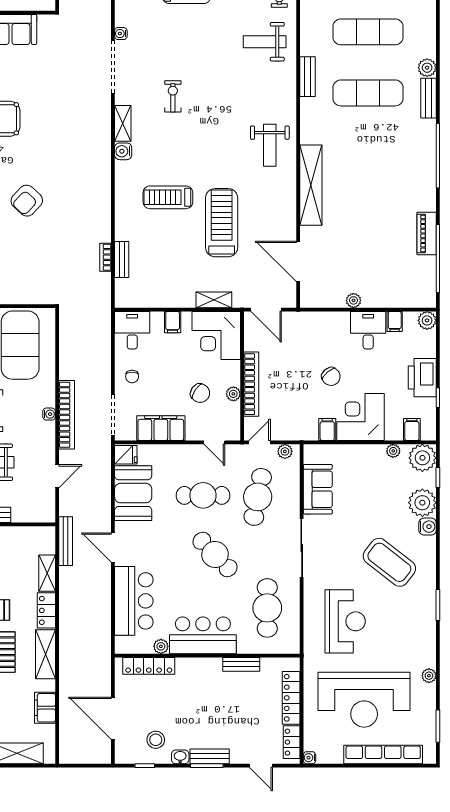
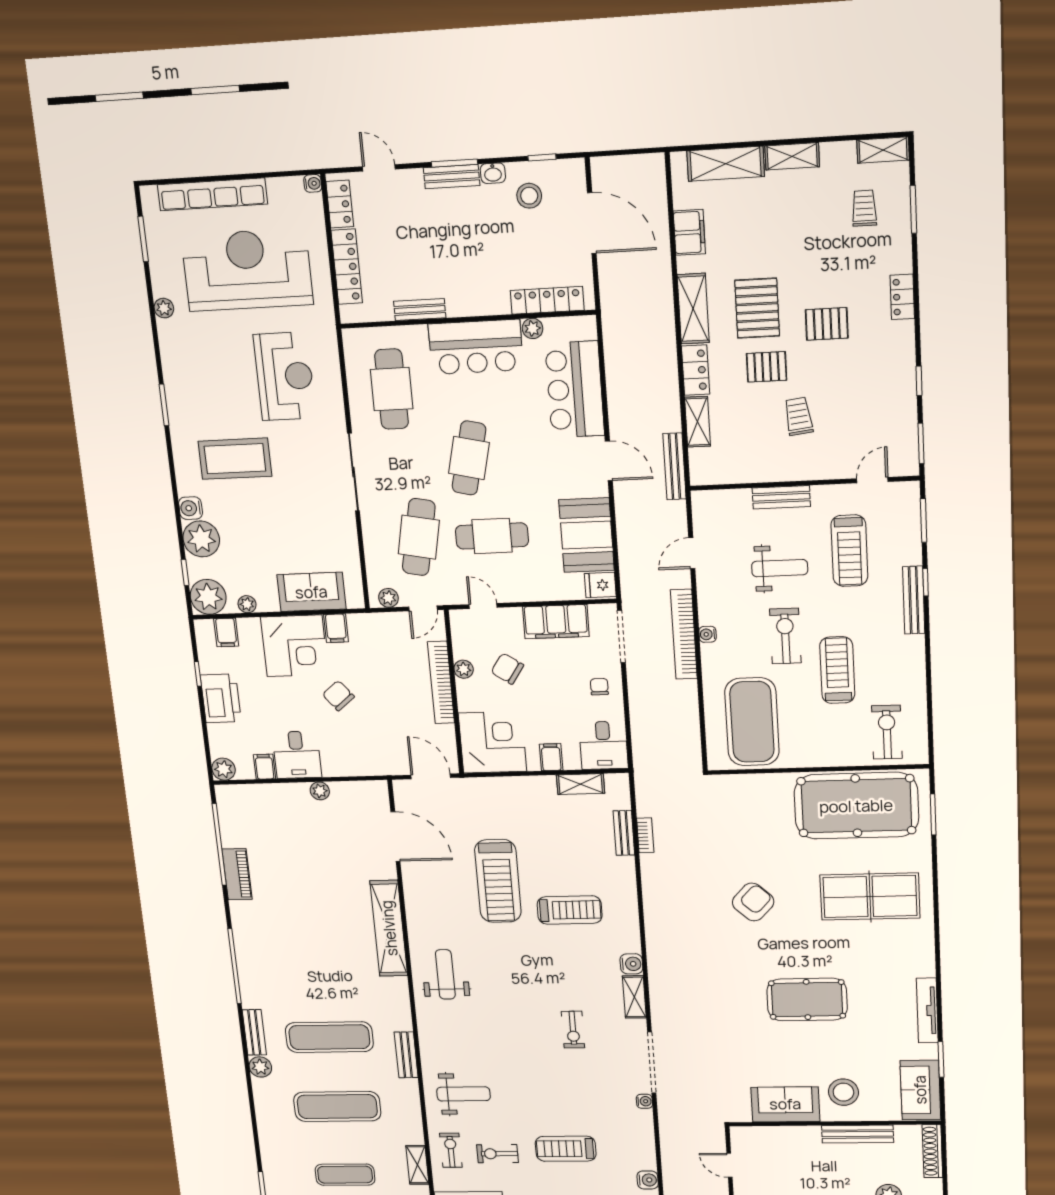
shelving: (214, 300) -> (581, 784), moved
sofa: (318, 489) -> (311, 592), moved, turned 90
cafe table: (215, 554) -> (469, 458), turned 57
coffee table: (389, 562) -> (235, 459), turned -38
reception desk: (345, 621) -> (285, 376), turned 180

